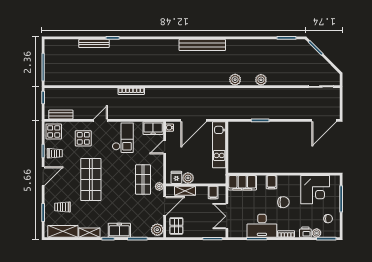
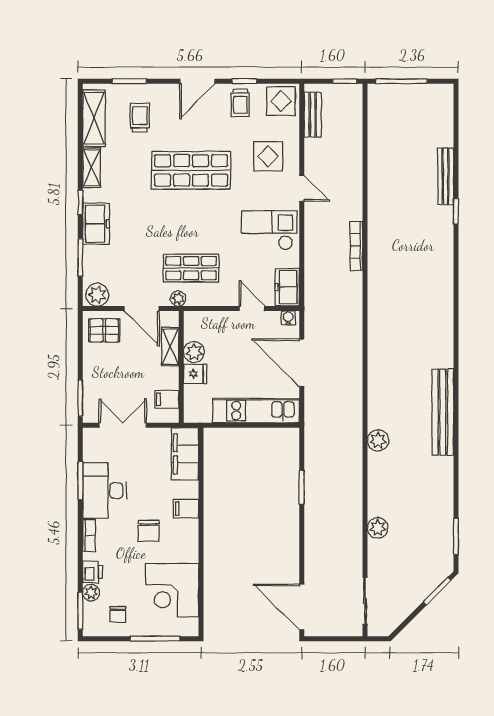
bench: (202, 45) -> (443, 412), moved
plant: (261, 80) -> (378, 528), moved
checkout: (123, 138) -> (269, 230), turned 180
door: (43, 176) -> (197, 81), hinge flipped
fridge: (176, 177) -> (195, 374), moved

